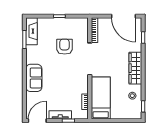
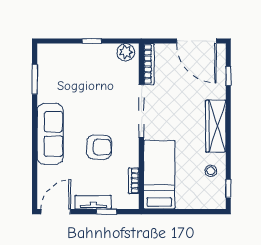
plant: (80, 23) -> (126, 52), added
fireplace: (32, 31) -> (46, 66), removed
armchair: (65, 47) -> (99, 147), moved, turned 90
sofa: (34, 78) -> (50, 134), width x1.36

